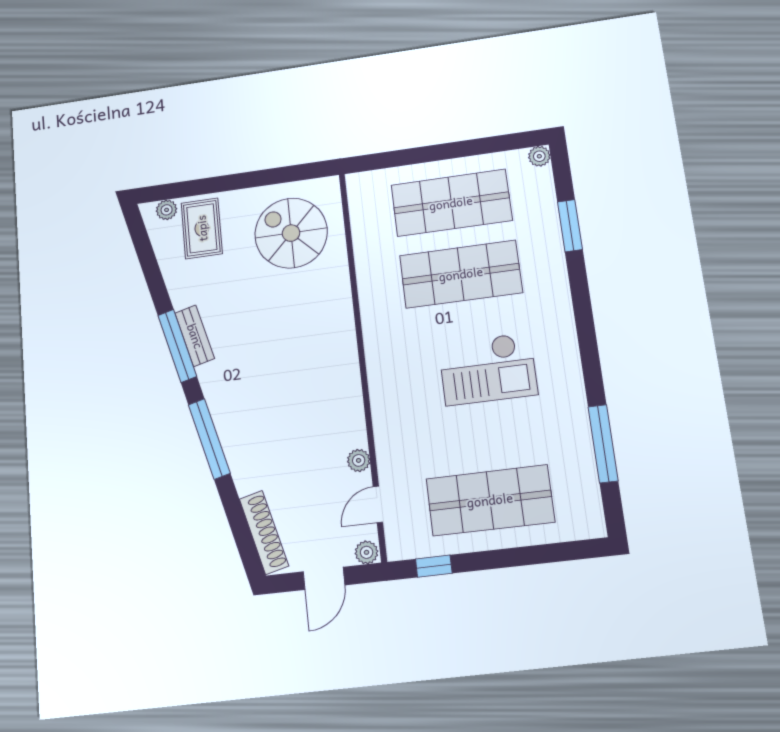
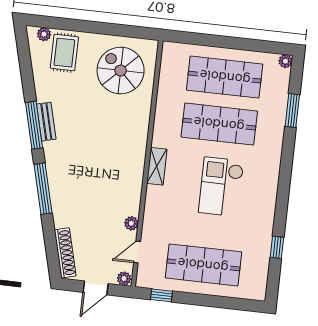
shelving: (378, 362) -> (157, 166), added
checkout: (488, 369) -> (221, 187), turned 90
window: (603, 444) -> (277, 247), width x0.46

